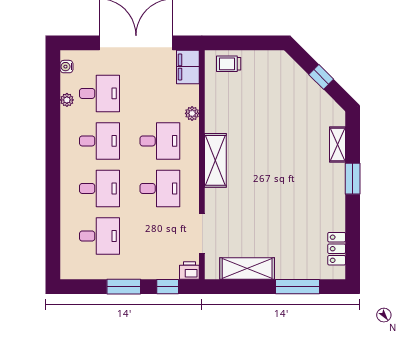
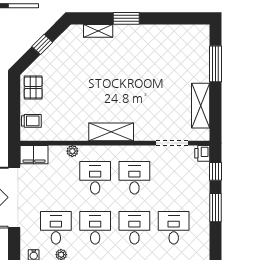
trolley: (229, 64) -> (31, 121), turned -90
pallet: (269, 66) -> (33, 87), added
locker: (337, 249) -> (184, 32), removed

